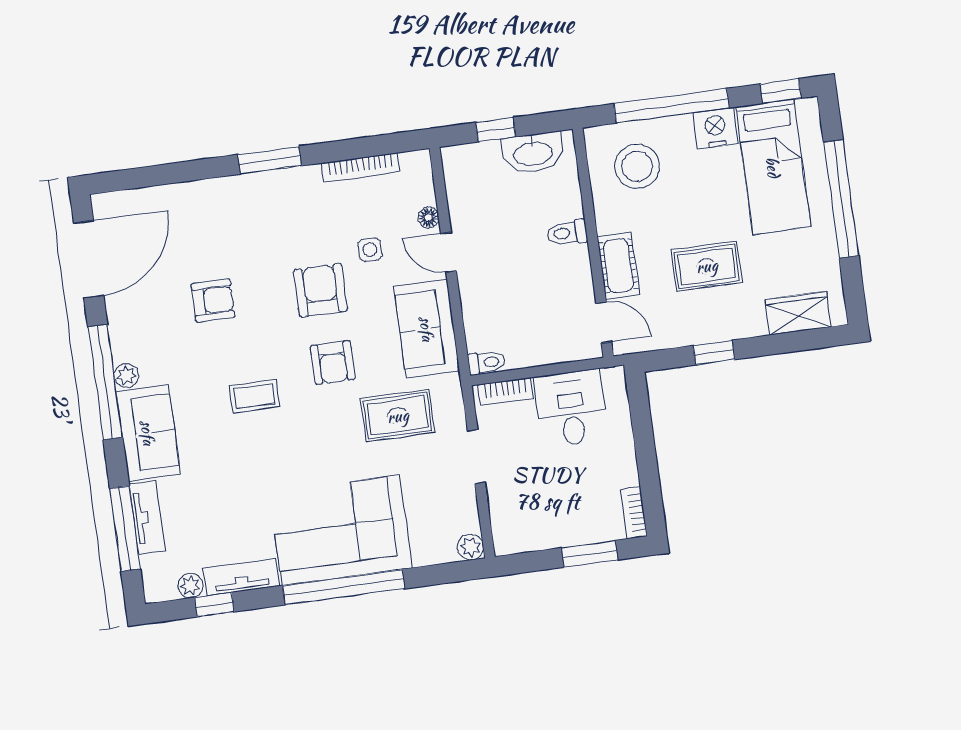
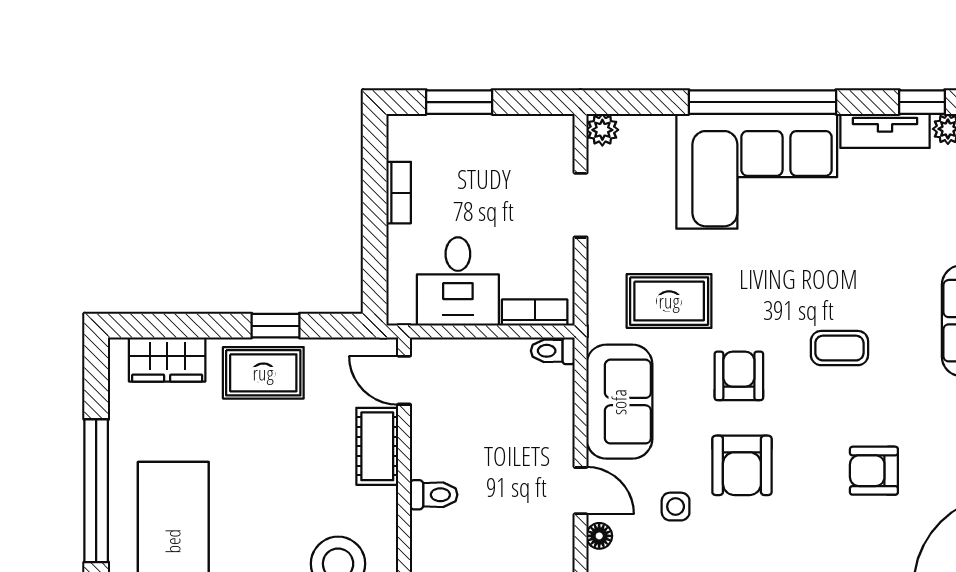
rug: (707, 266) -> (263, 373), moved
doorway: (476, 457) -> (581, 205), moved
bookcase: (634, 513) -> (399, 193), moved

